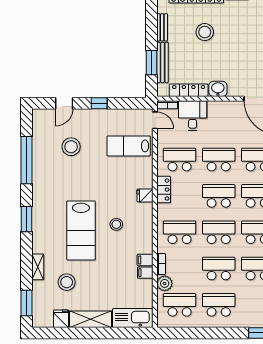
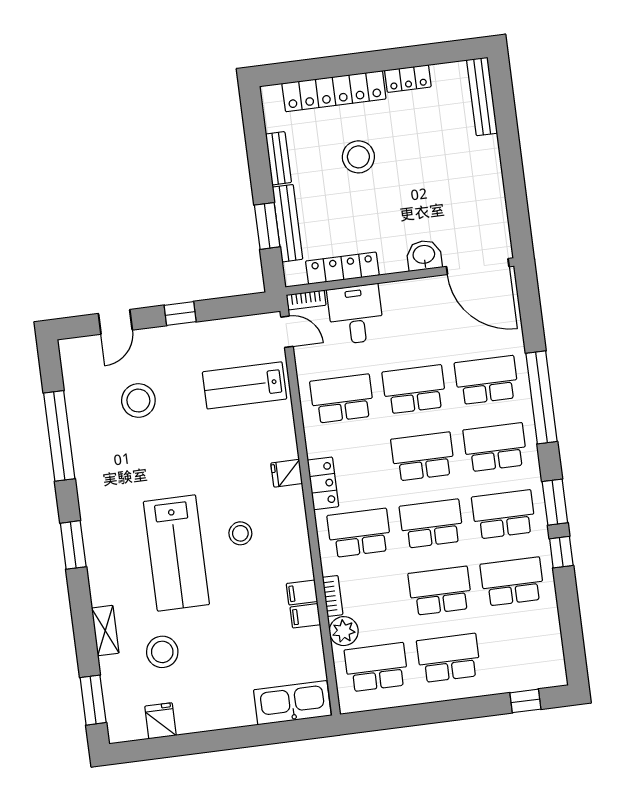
washbasin: (218, 89) -> (424, 255), moved
locker: (164, 190) -> (323, 483), moved
shelving: (91, 319) -> (215, 715), removed

